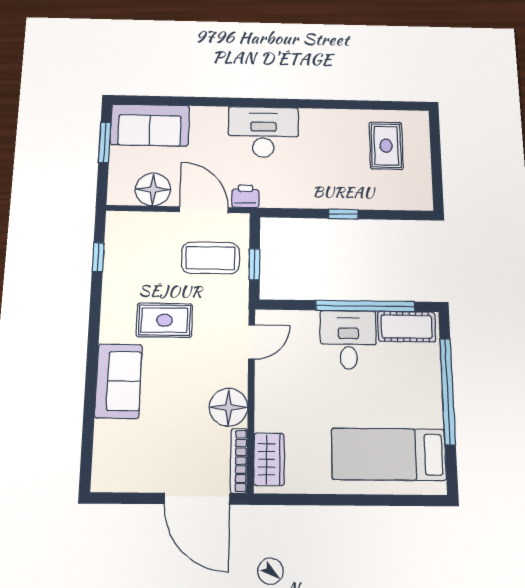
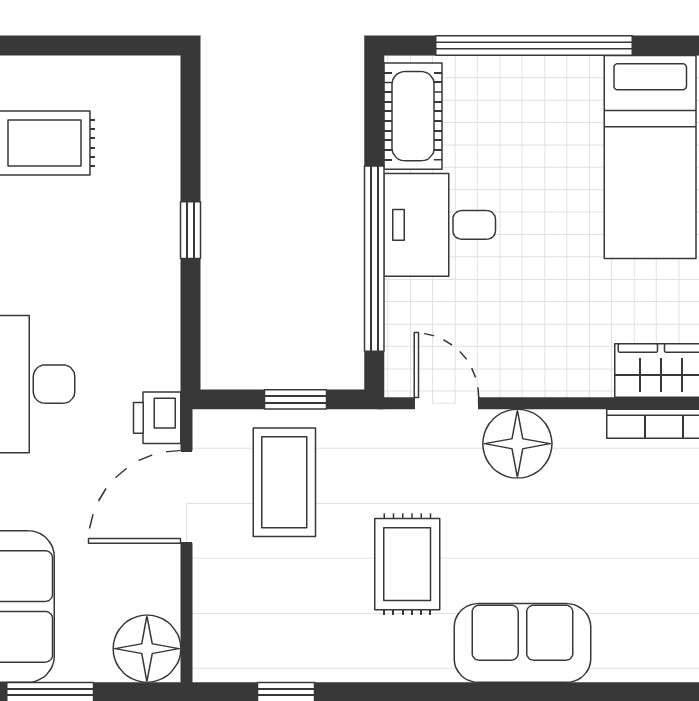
floor lamp: (153, 190) -> (147, 649), moved
window: (365, 306) -> (374, 259), moved
floor lamp: (229, 407) -> (517, 444), moved

